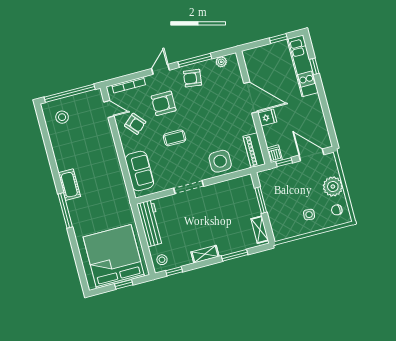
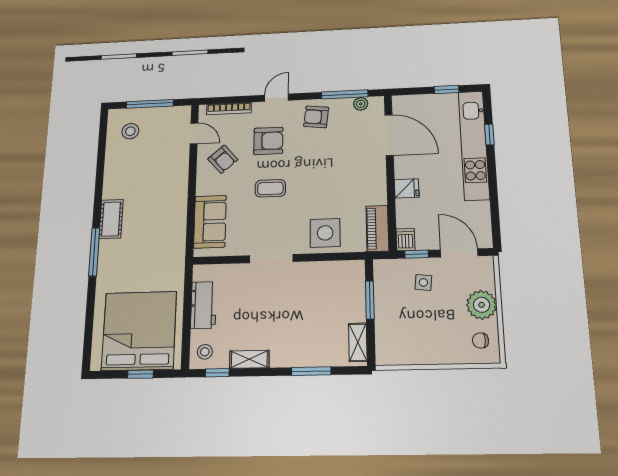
window: (195, 60) -> (345, 94), moved
kitchen unit: (303, 66) -> (474, 145), width x1.36
window: (70, 93) -> (150, 104), width x0.68
door: (251, 97) -> (389, 135), moved
armchair: (164, 103) -> (268, 141), turned 180
side table: (309, 215) -> (423, 282), moved
workbench: (150, 223) -> (203, 305), width x0.73
shelving: (205, 254) -> (249, 359), moved

